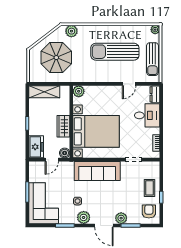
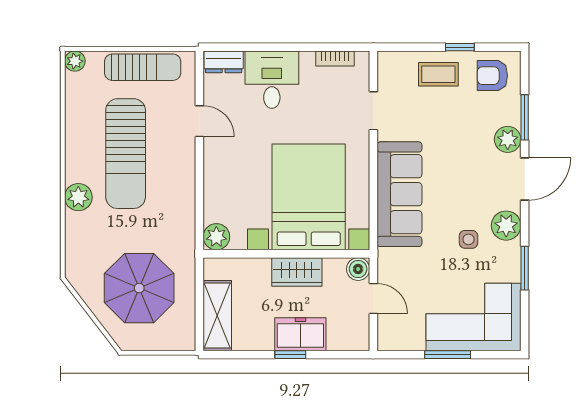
plant: (71, 31) -> (78, 197), moved
freezer: (36, 147) -> (300, 334), moved

